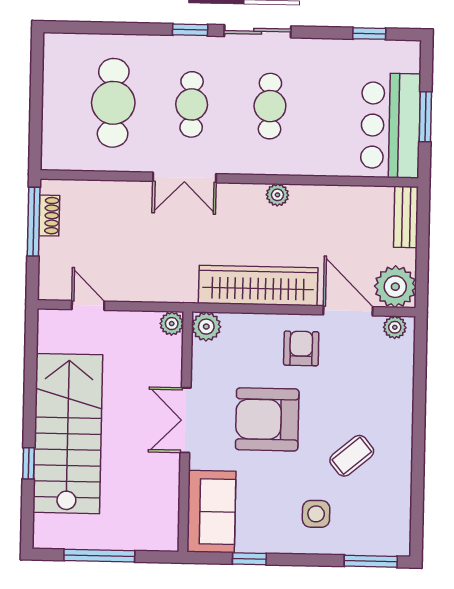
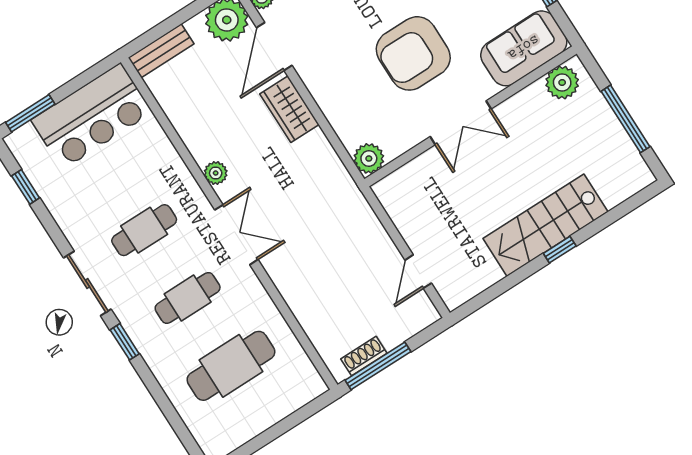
window: (425, 117) -> (30, 113), moved
double door: (184, 177) -> (236, 235), moved
wardrobe: (258, 286) -> (289, 109), width x0.48, depth x0.85
plant: (172, 324) -> (562, 83), moved, width x1.38, depth x1.38
armchair: (301, 348) -> (333, 65), removed
armchair: (267, 419) -> (413, 53), turned 90
stairs: (68, 434) -> (545, 225), width x0.73, depth x0.66
window: (29, 463) -> (560, 250), moved

